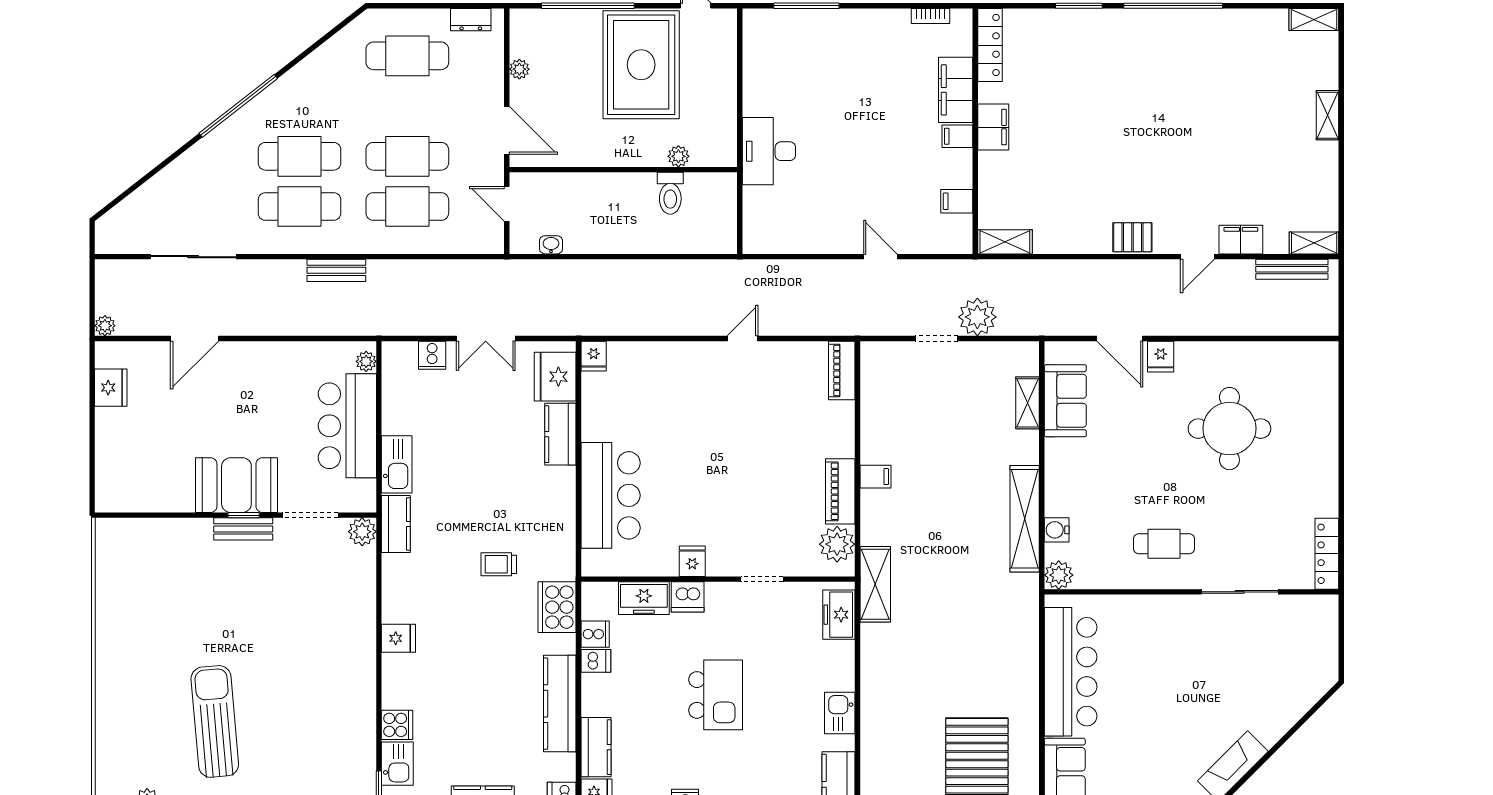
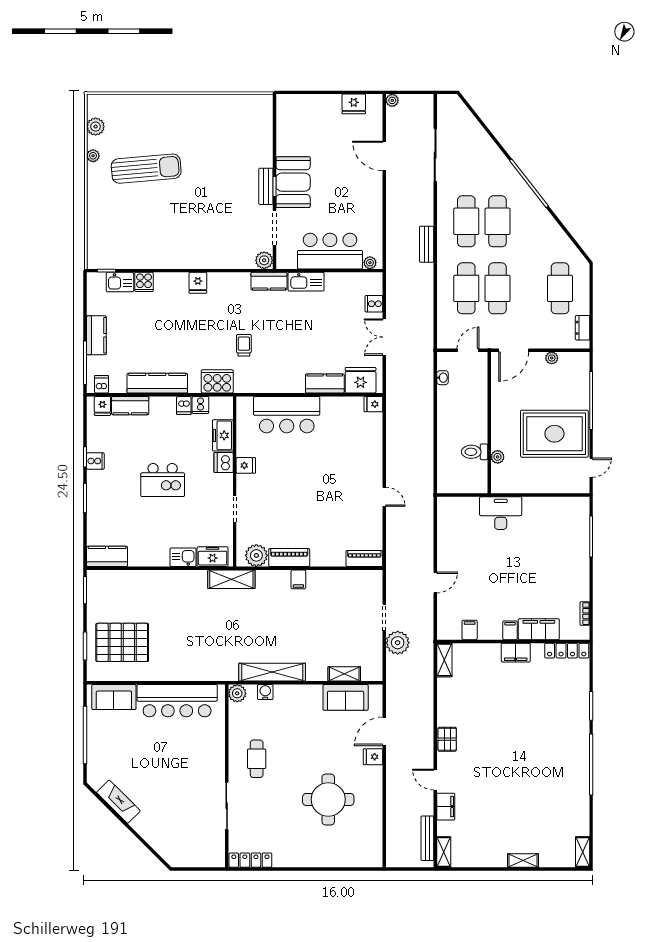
kitchen sink: (840, 713) -> (183, 557), moved

